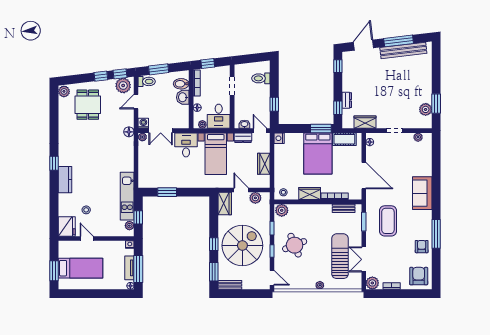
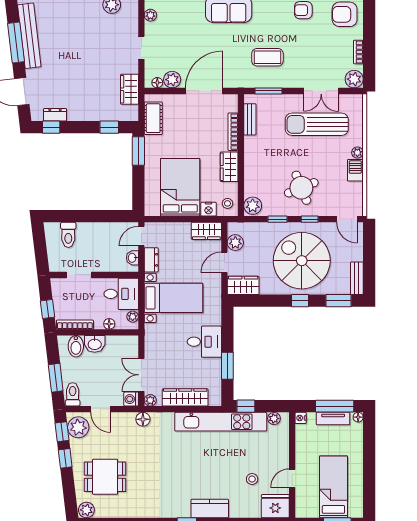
dresser: (347, 100) -> (55, 115), moved
window: (274, 104) -> (105, 216), removed
double door: (161, 131) -> (141, 375), swing flipped
nightstand: (279, 138) -> (209, 209), moved
desk: (186, 145) -> (204, 342), moved, turned 180
bed: (318, 153) -> (180, 187), moved, turned -90
plant: (372, 153) -> (172, 80), added
wardrobe: (145, 162) -> (185, 397), added
wardrobe: (264, 164) -> (206, 231), moved
kitchen unit: (127, 196) -> (221, 422), width x1.36
window: (138, 217) -> (246, 406), moved
coffee table: (388, 221) -> (267, 57), width x0.73, depth x0.76
door: (272, 278) -> (347, 219), swing flipped
barbecue: (307, 284) -> (355, 170), added

